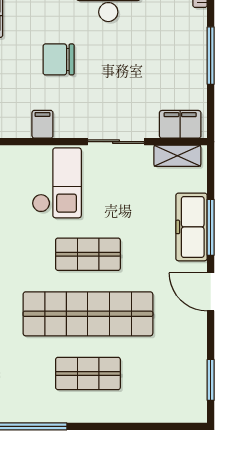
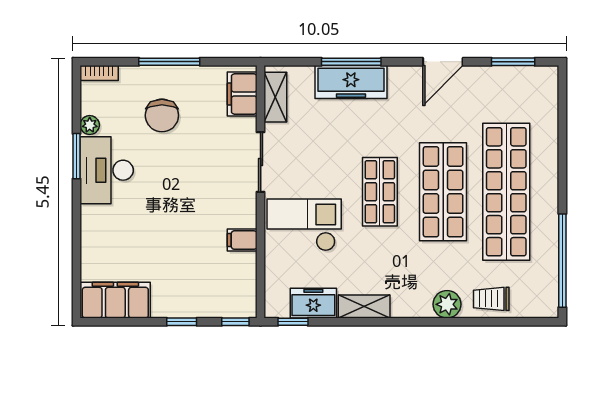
chair: (59, 59) -> (162, 115), moved
door: (211, 292) -> (443, 62), moved
shop shelf: (88, 314) -> (443, 192), width x0.71
shop shelf: (88, 373) -> (506, 192), width x2.00, depth x1.36

